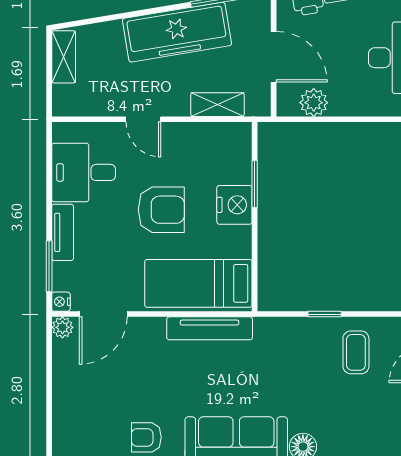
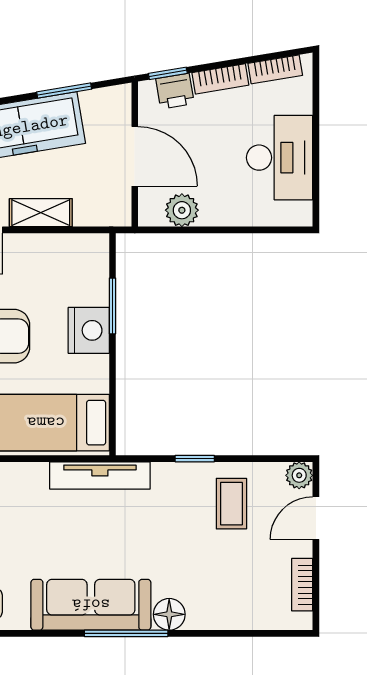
shelving: (218, 105) -> (41, 213), moved
tv unit: (210, 328) -> (100, 475), moved

